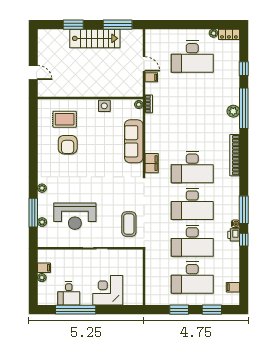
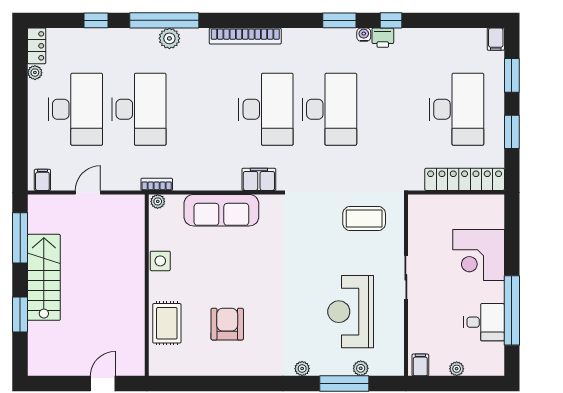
filing cabinet: (151, 77) -> (42, 180), moved
rug: (65, 119) -> (167, 323), moved
armchair: (68, 145) -> (227, 324), turned -90
window: (244, 210) -> (339, 20), width x0.69
reception desk: (75, 216) -> (351, 312), turned 180
desk: (192, 241) -> (139, 109), moved
filing cabinet: (44, 268) -> (420, 365), moved
locker: (152, 282) -> (465, 179), added
filing cabinet: (233, 287) -> (496, 39), moved

